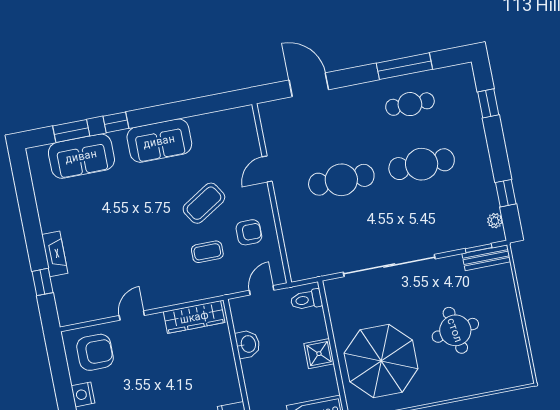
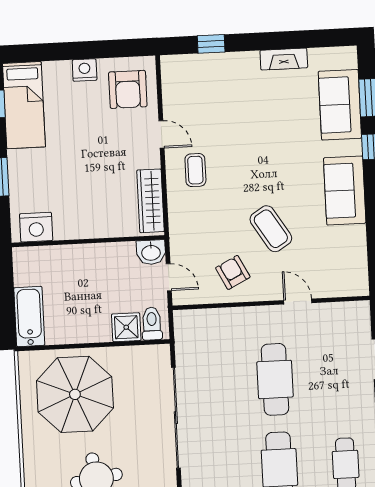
armchair: (249, 232) -> (233, 272), turned 153
coffee table: (207, 252) -> (195, 170), moved
fireplace: (55, 254) -> (284, 59), moved
washbasin: (248, 344) -> (151, 252), moved
shower: (319, 354) -> (126, 327), moved

